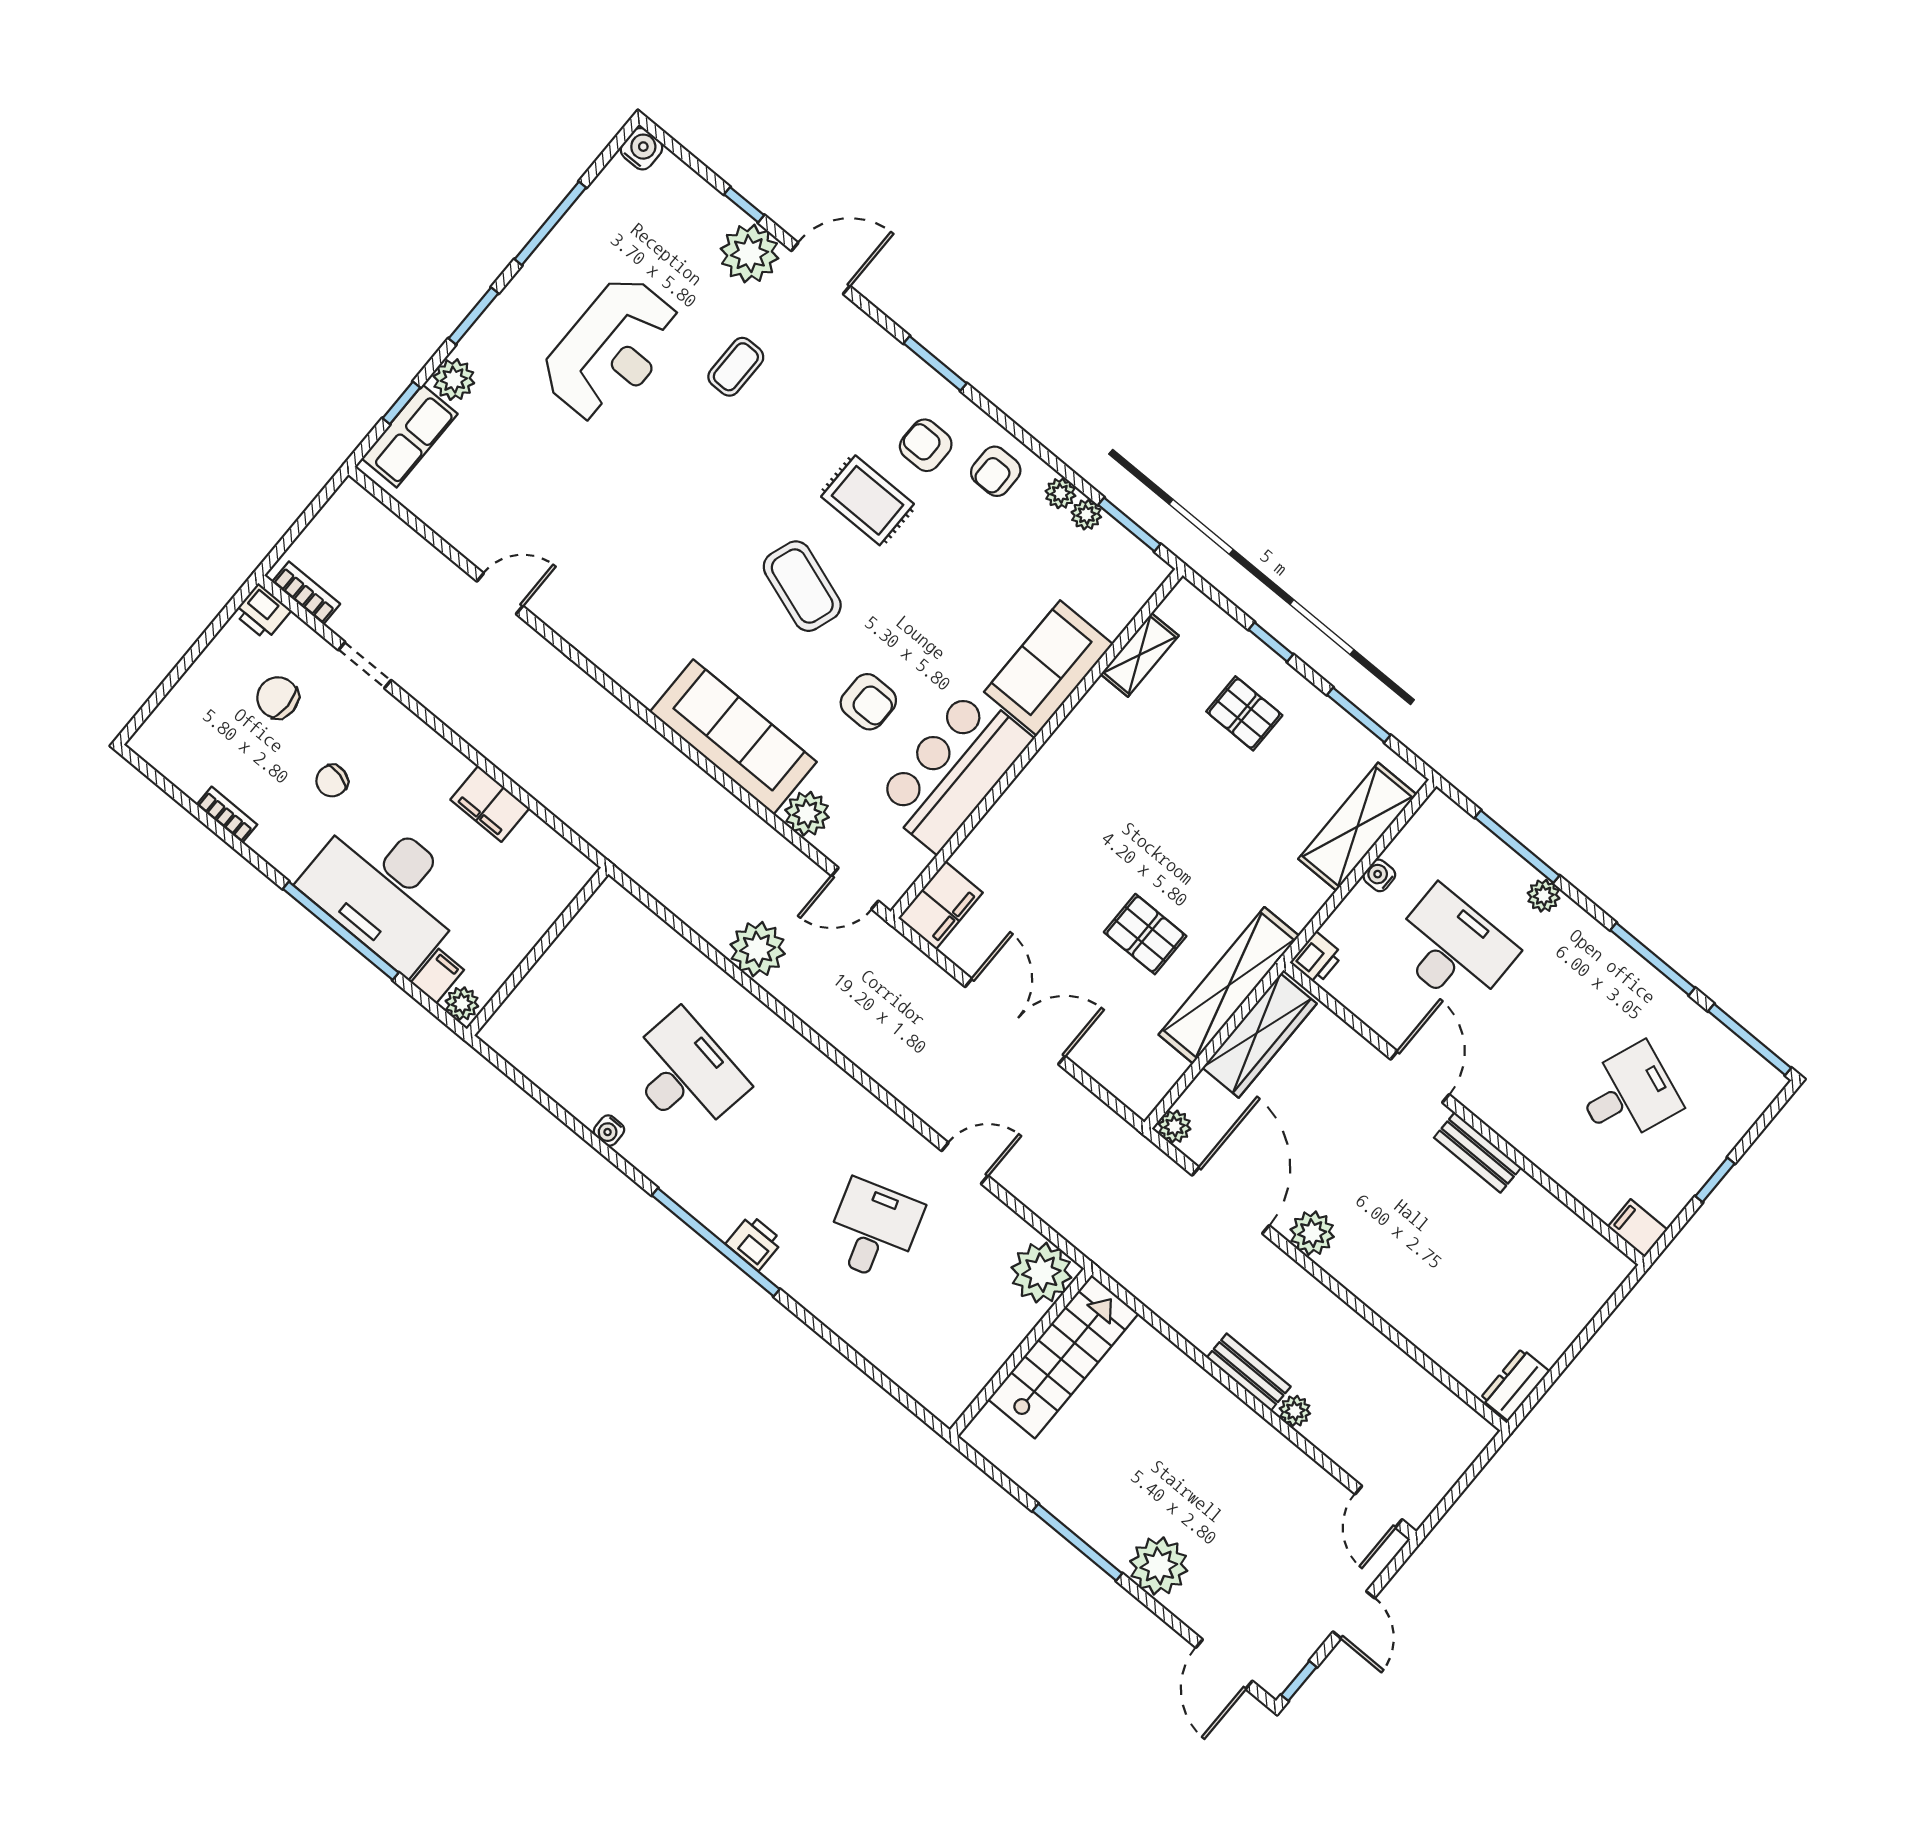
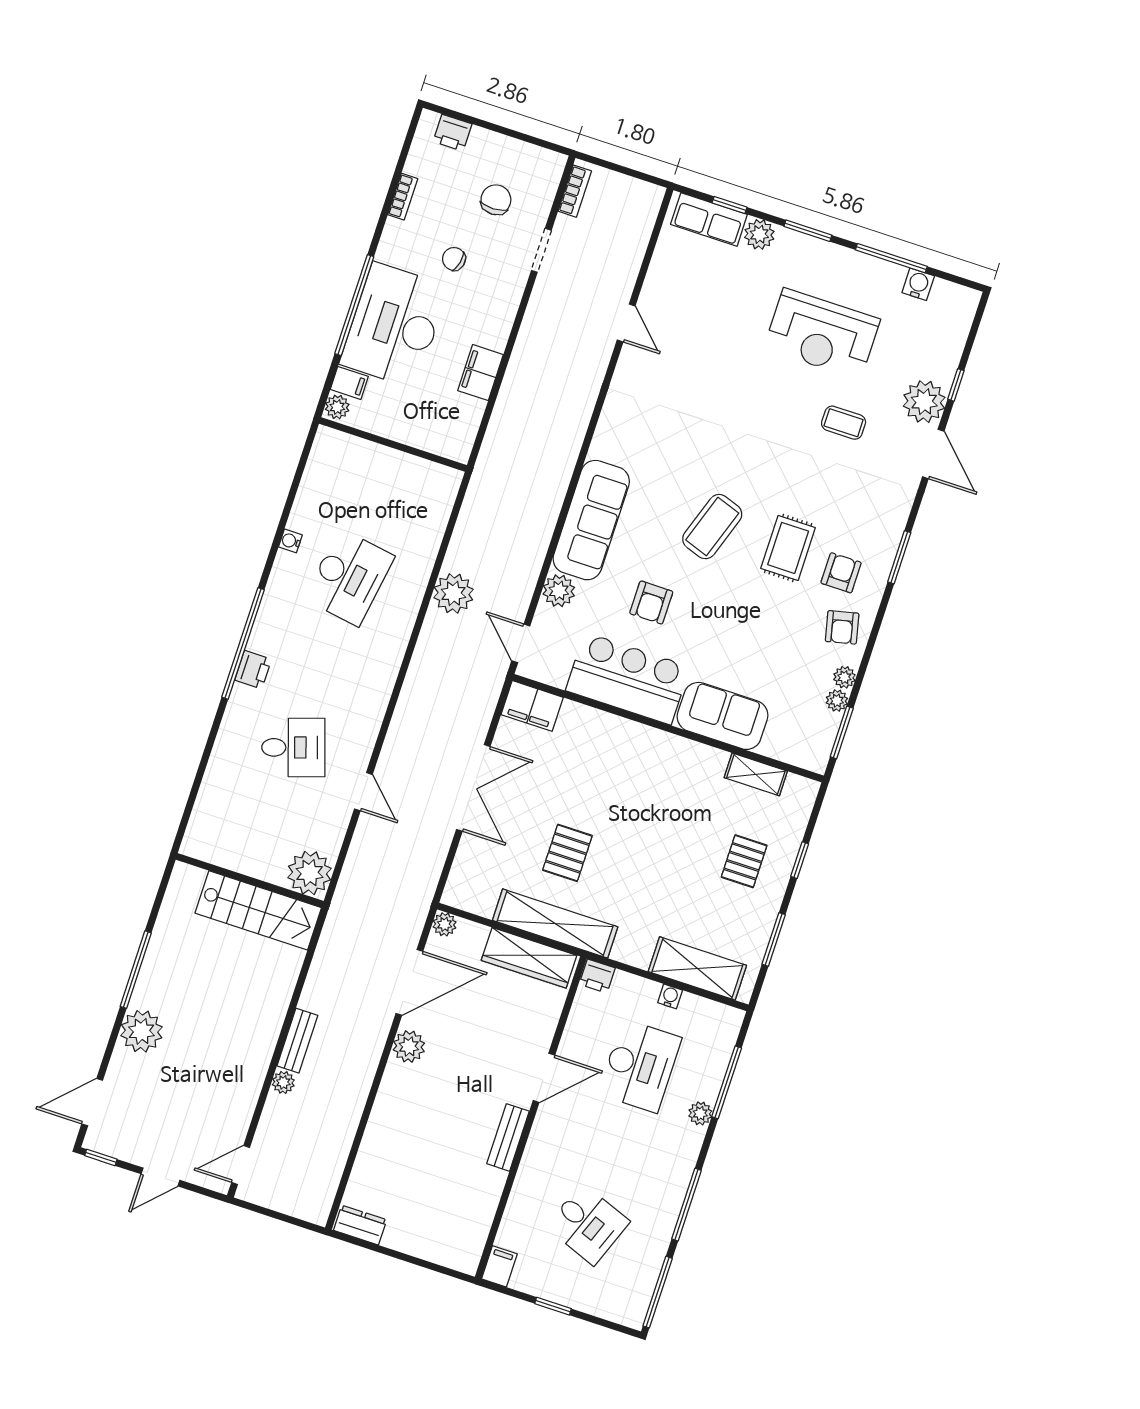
water cooler: (641, 149) -> (918, 284), moved, turned -90
armchair: (996, 471) -> (842, 627), turned -103
printer: (262, 612) -> (453, 133), moved, turned -90

